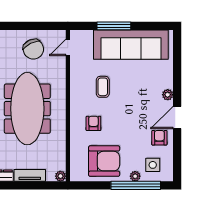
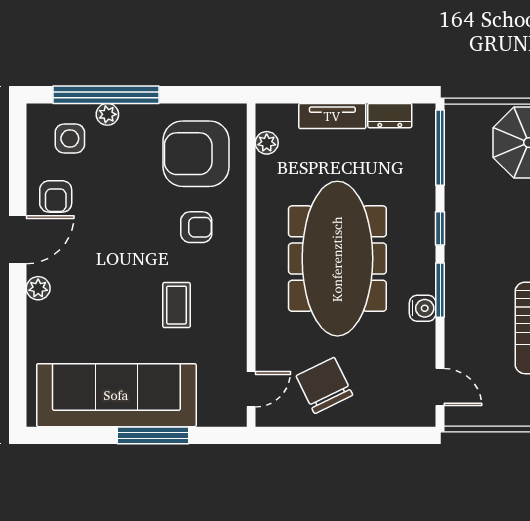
armchair: (93, 123) -> (196, 227), turned -90
armchair: (104, 161) -> (196, 154), moved
plant: (60, 176) -> (267, 143), moved

